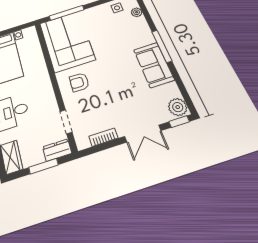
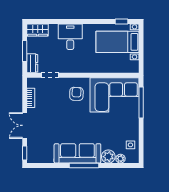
sofa: (154, 65) -> (77, 153), width x1.36
plant: (178, 107) -> (108, 157), moved

